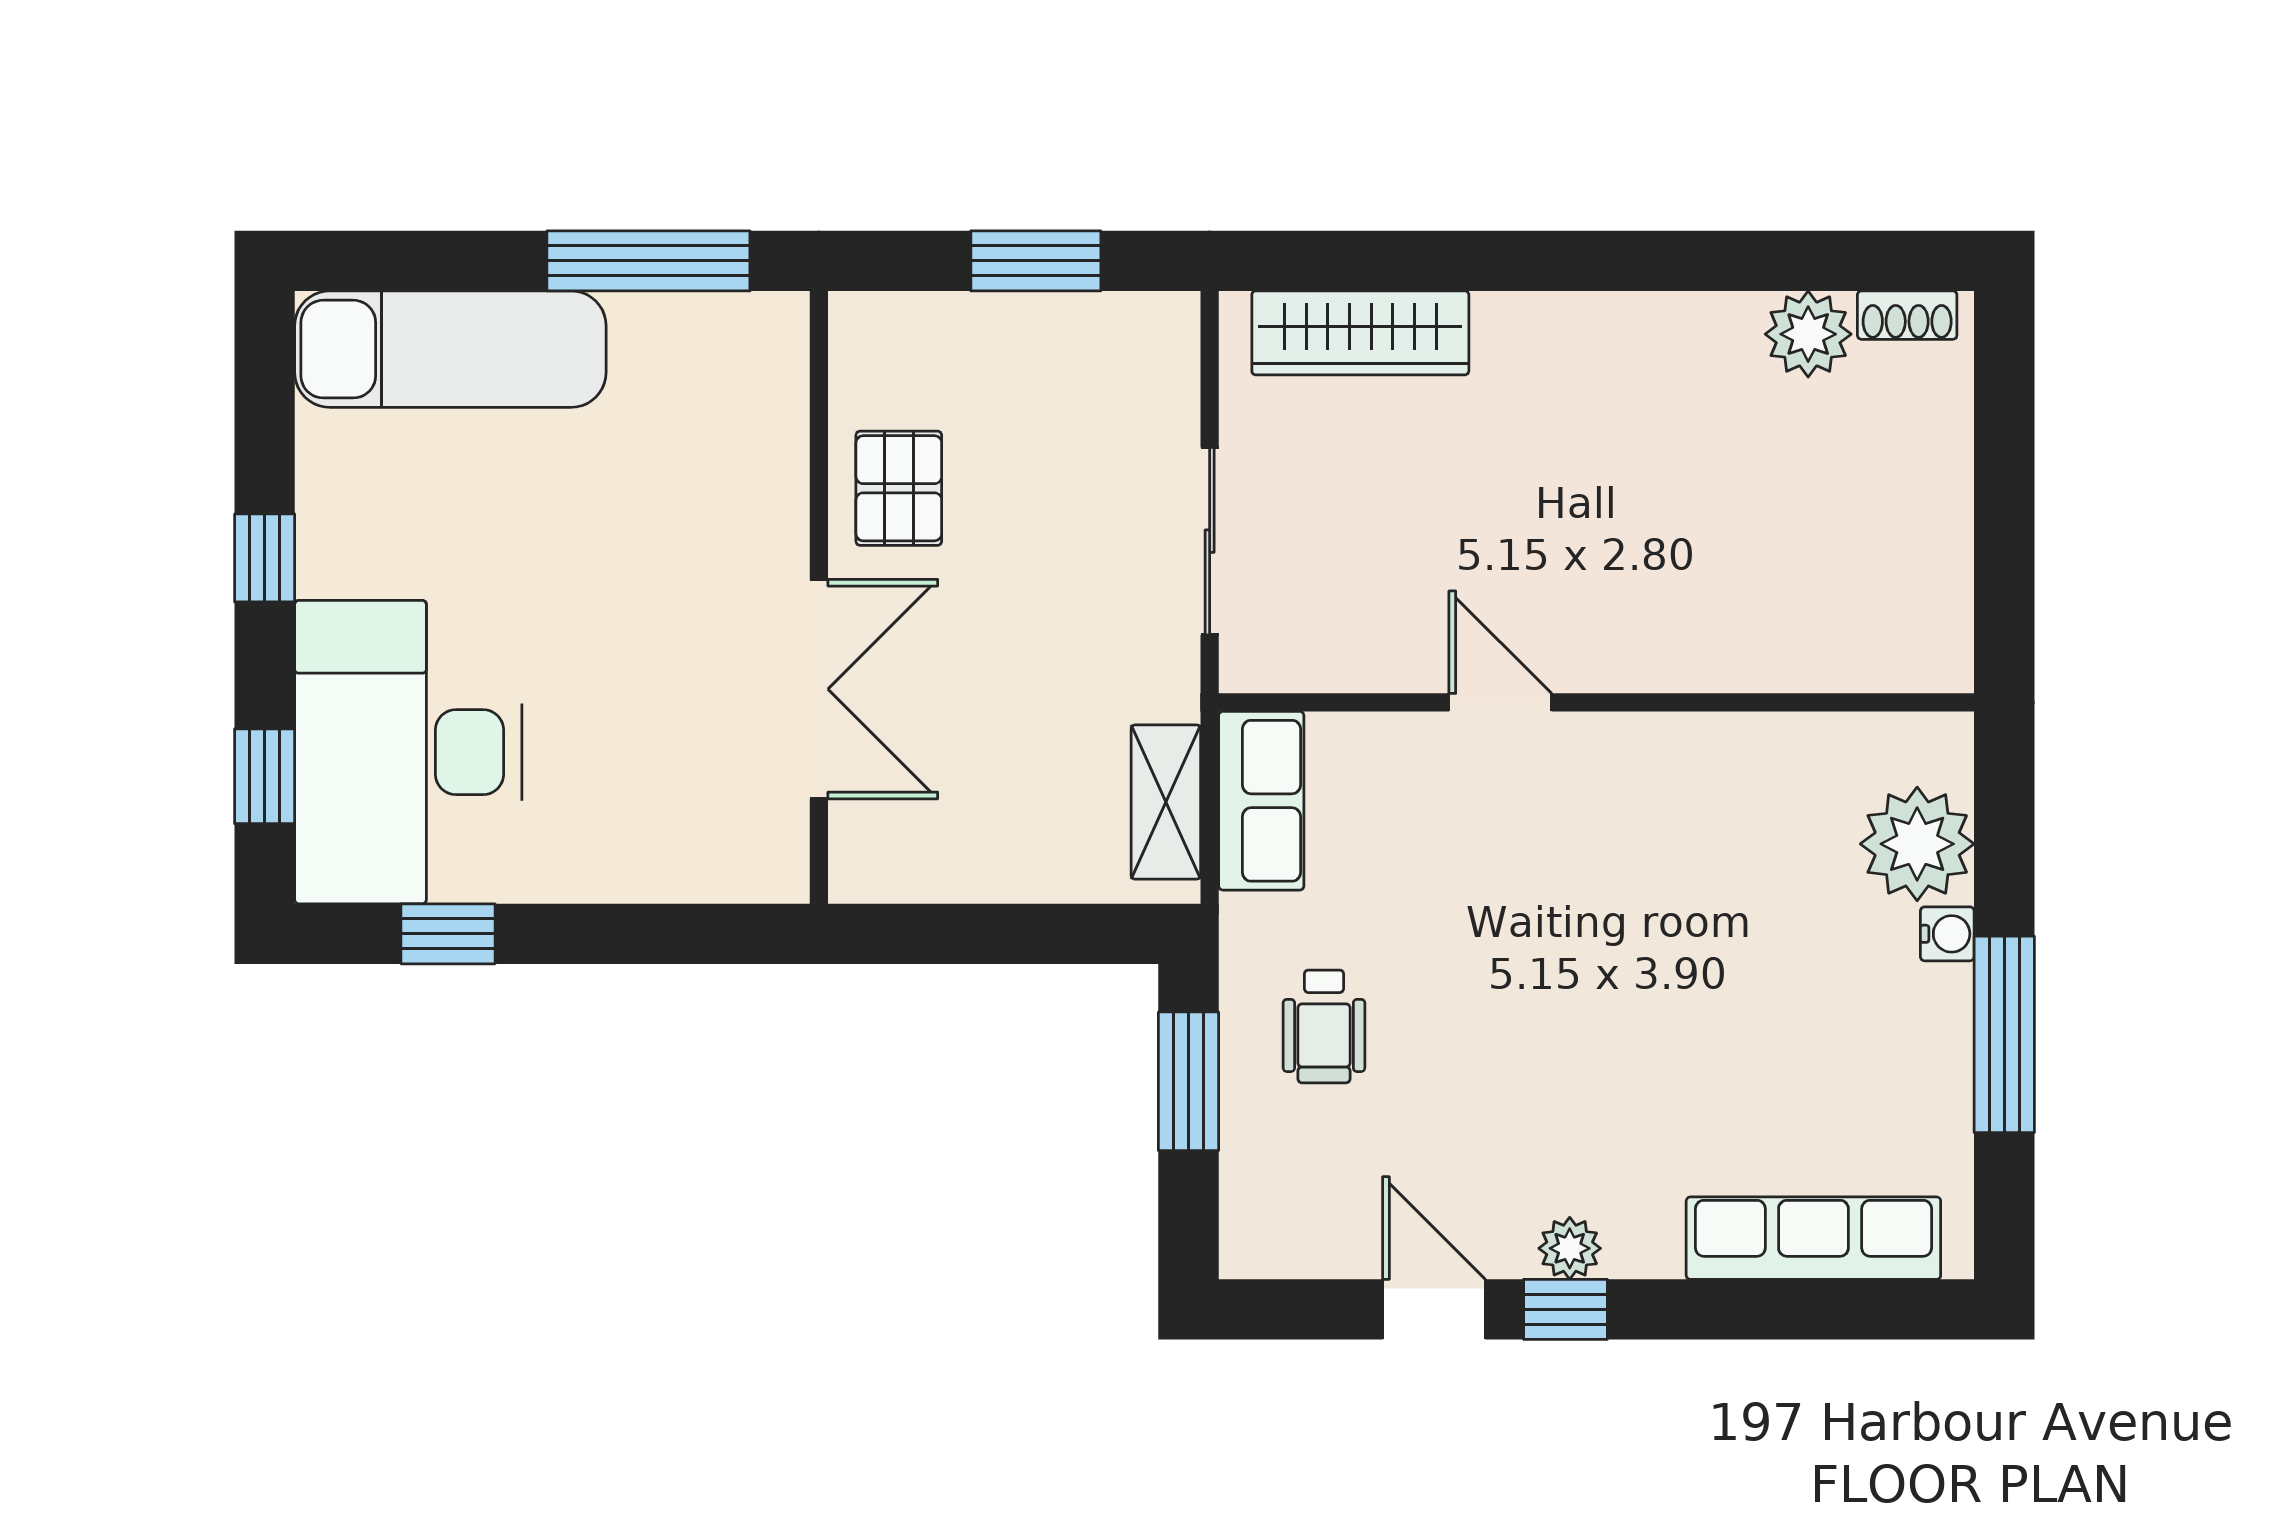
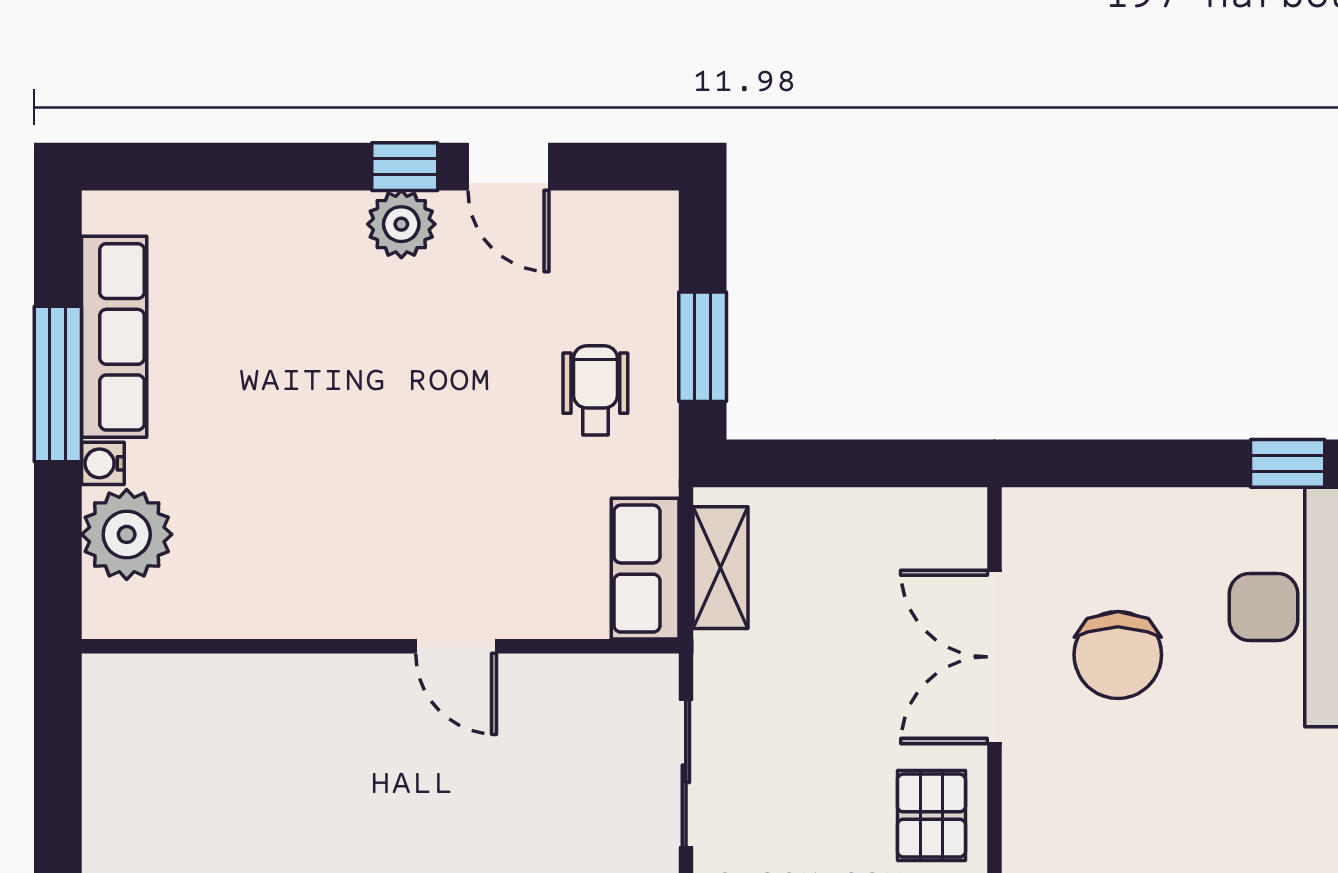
chair: (663, 692) -> (1118, 655), added
row of seats: (1813, 1238) -> (114, 337), moved, turned -90
plant: (1570, 1248) -> (401, 224), width x1.38, depth x1.38

